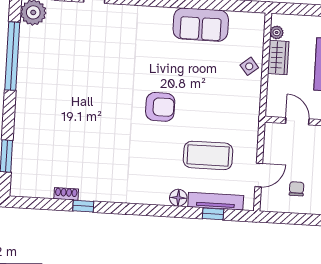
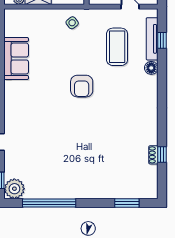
side table: (249, 66) -> (72, 23), moved
armchair: (160, 107) -> (82, 86), turned 180
window: (83, 206) -> (162, 155), moved

